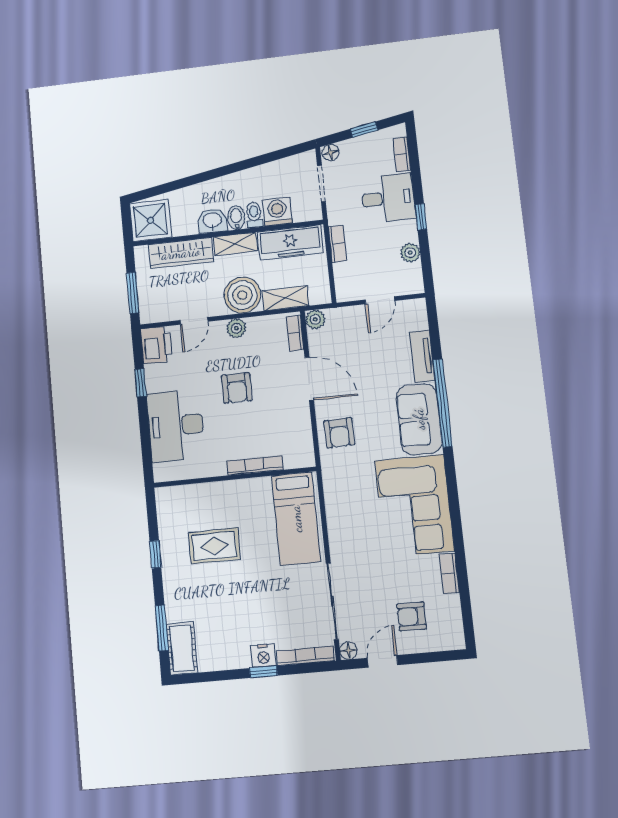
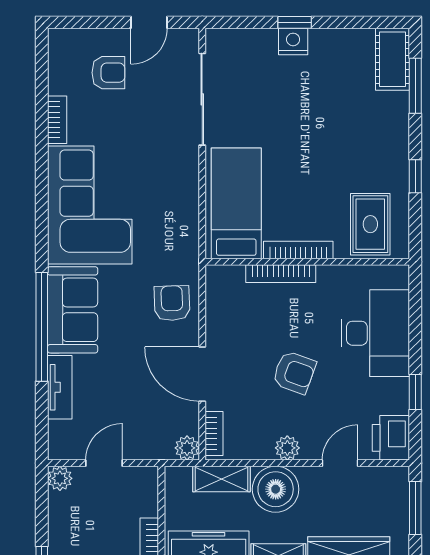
plant: (410, 253) -> (60, 478), moved
armchair: (237, 388) -> (294, 372), turned 110
rug: (214, 546) -> (370, 224), moved, turned 90
floor lamp: (348, 651) -> (189, 39), removed
bookcase: (305, 656) -> (298, 250), moved, turned 180

